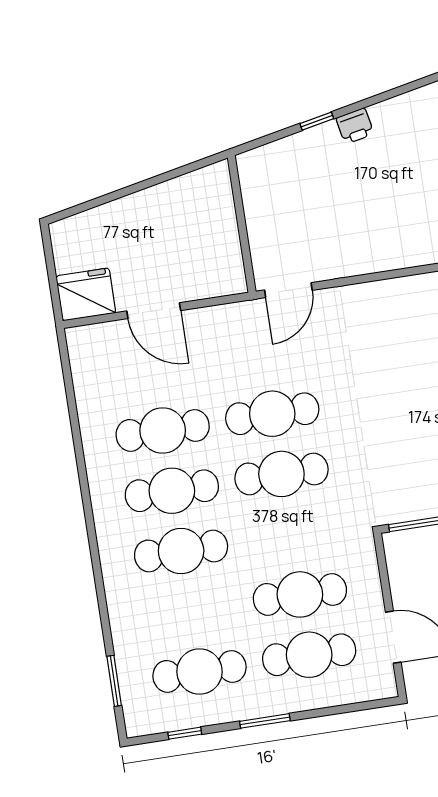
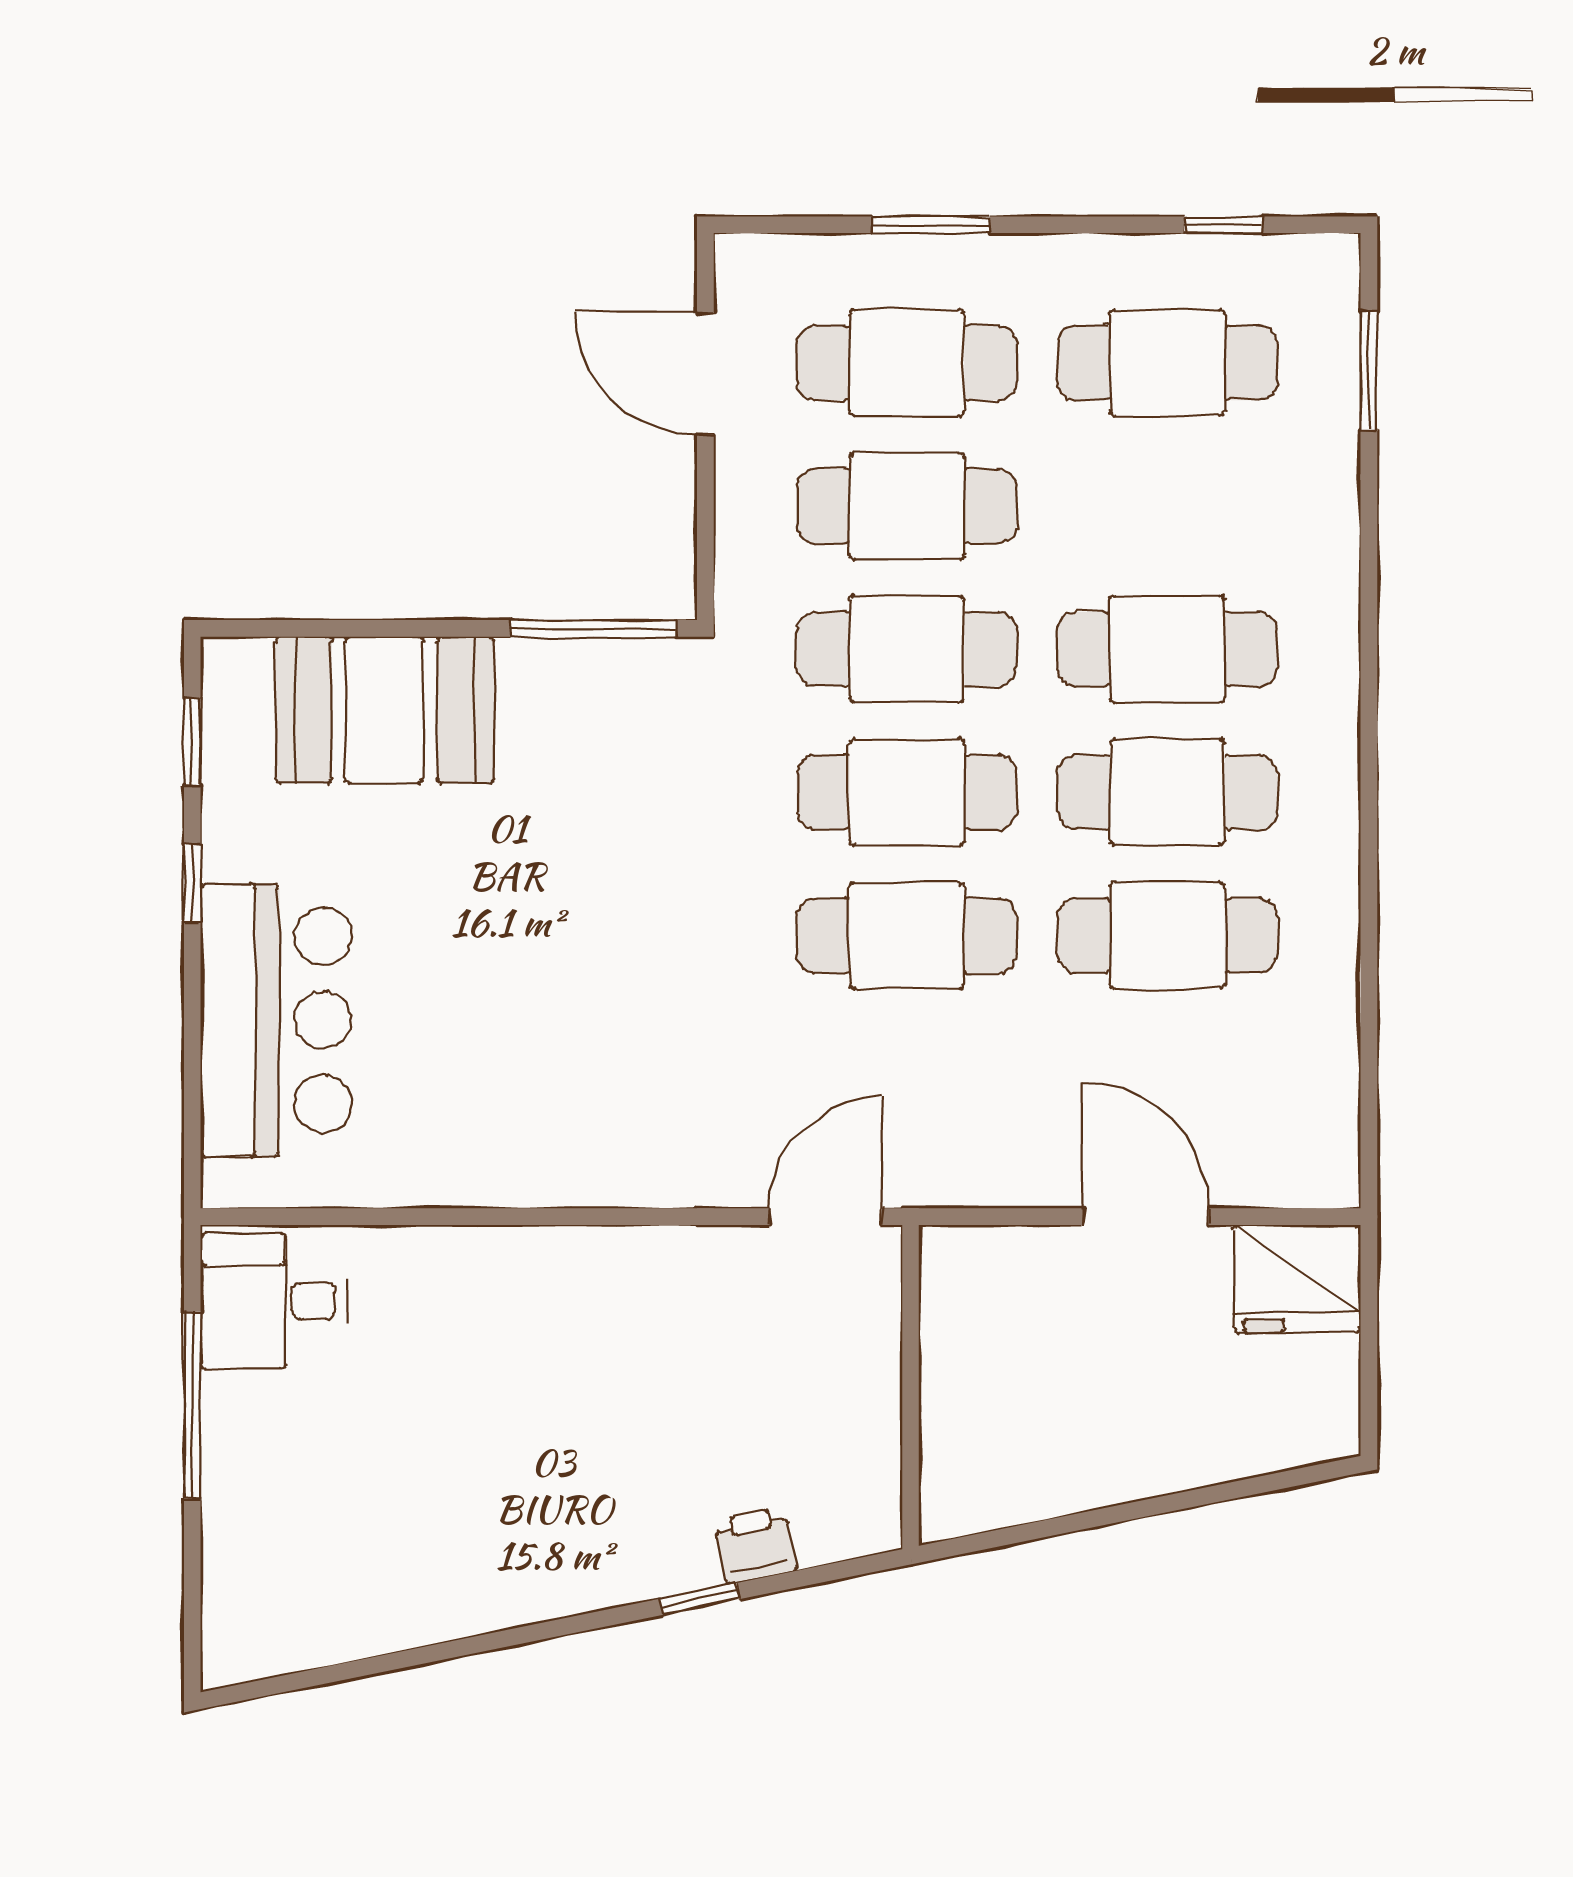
printer: (355, 126) -> (755, 1545), moved
cafe table: (291, 534) -> (907, 649), added
window: (265, 721) -> (931, 225), moved

